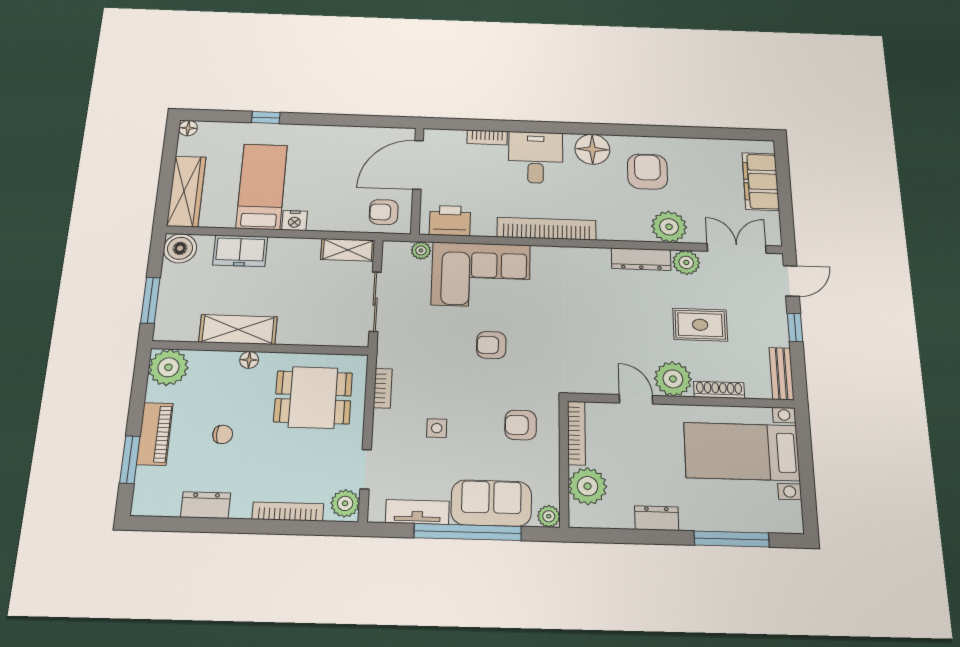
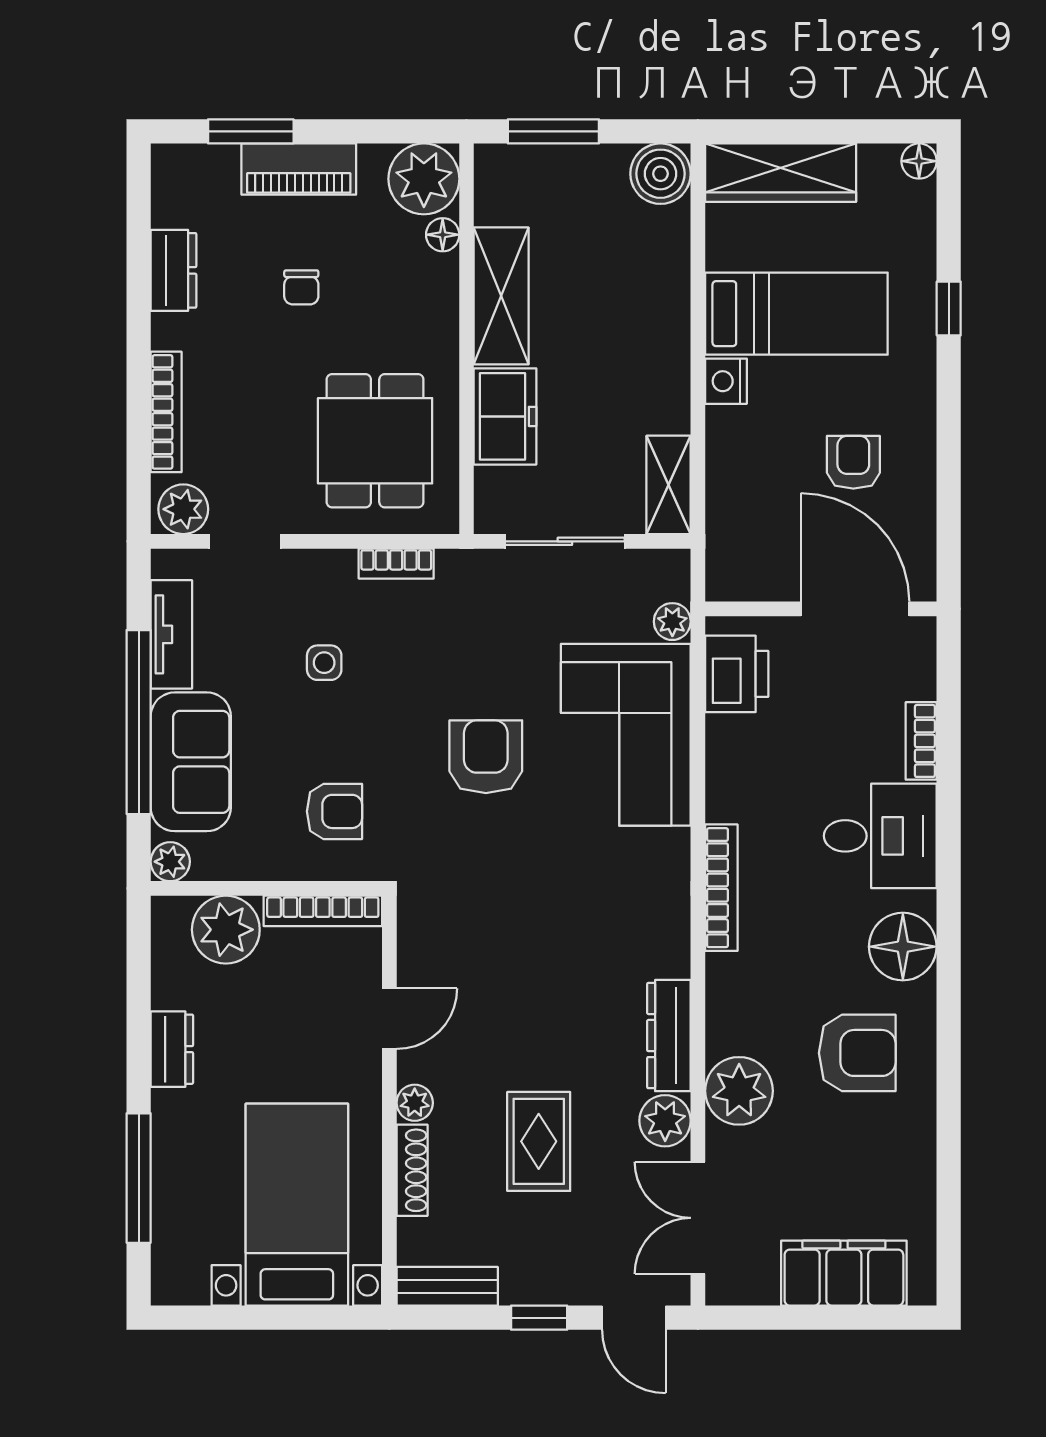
armchair: (384, 212) -> (853, 462), moved
bookcase: (547, 229) -> (721, 888), width x0.68, depth x0.76
double door: (737, 248) -> (698, 1218), swing flipped
freezer: (240, 251) -> (505, 416), moved, turned 180
armchair: (491, 345) -> (486, 757), width x1.38, depth x1.38
floor lamp: (249, 360) -> (443, 235), moved
plant: (673, 379) -> (415, 1103), width x0.53, depth x0.53
armchair: (521, 425) -> (334, 811), turned 90

